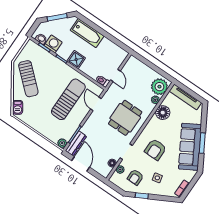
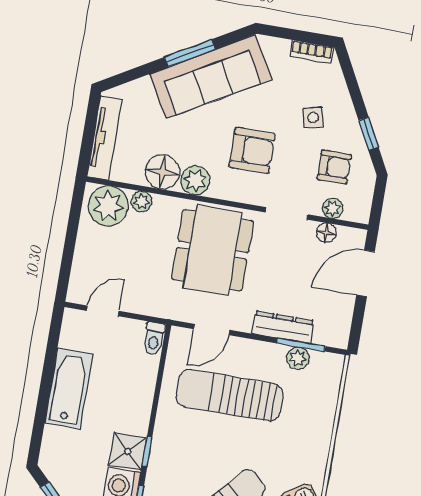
bathtub: (87, 33) -> (69, 389), moved
shower: (76, 60) -> (128, 451), moved
door: (115, 75) -> (103, 311), moved
dining table: (125, 118) -> (212, 250), width x1.38
plant: (154, 123) -> (195, 180), added
plant: (62, 143) -> (298, 358), moved
dresser: (76, 143) -> (283, 327), moved
door: (81, 164) -> (366, 273), moved

